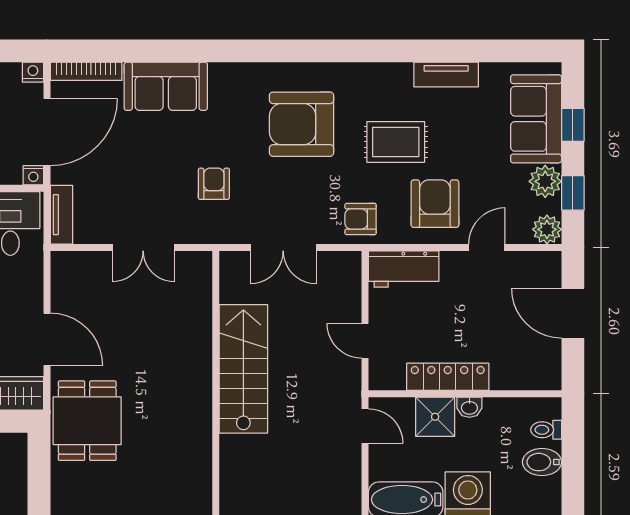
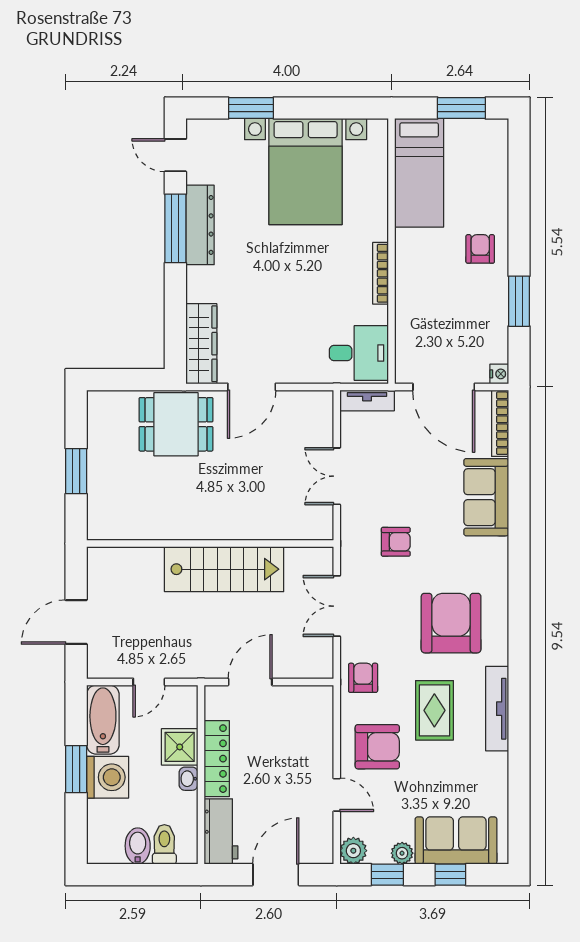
tv unit: (446, 74) -> (497, 709), moved, width x1.41
nightstand: (33, 175) -> (404, 374), removed
plant: (545, 181) -> (402, 853), width x0.73, depth x0.73
workbench: (404, 269) -> (221, 831), moved, turned 180
door: (365, 341) -> (250, 682), width x1.37
door: (365, 426) -> (149, 682), moved
toilet: (546, 430) -> (164, 844), width x1.37, depth x1.39

